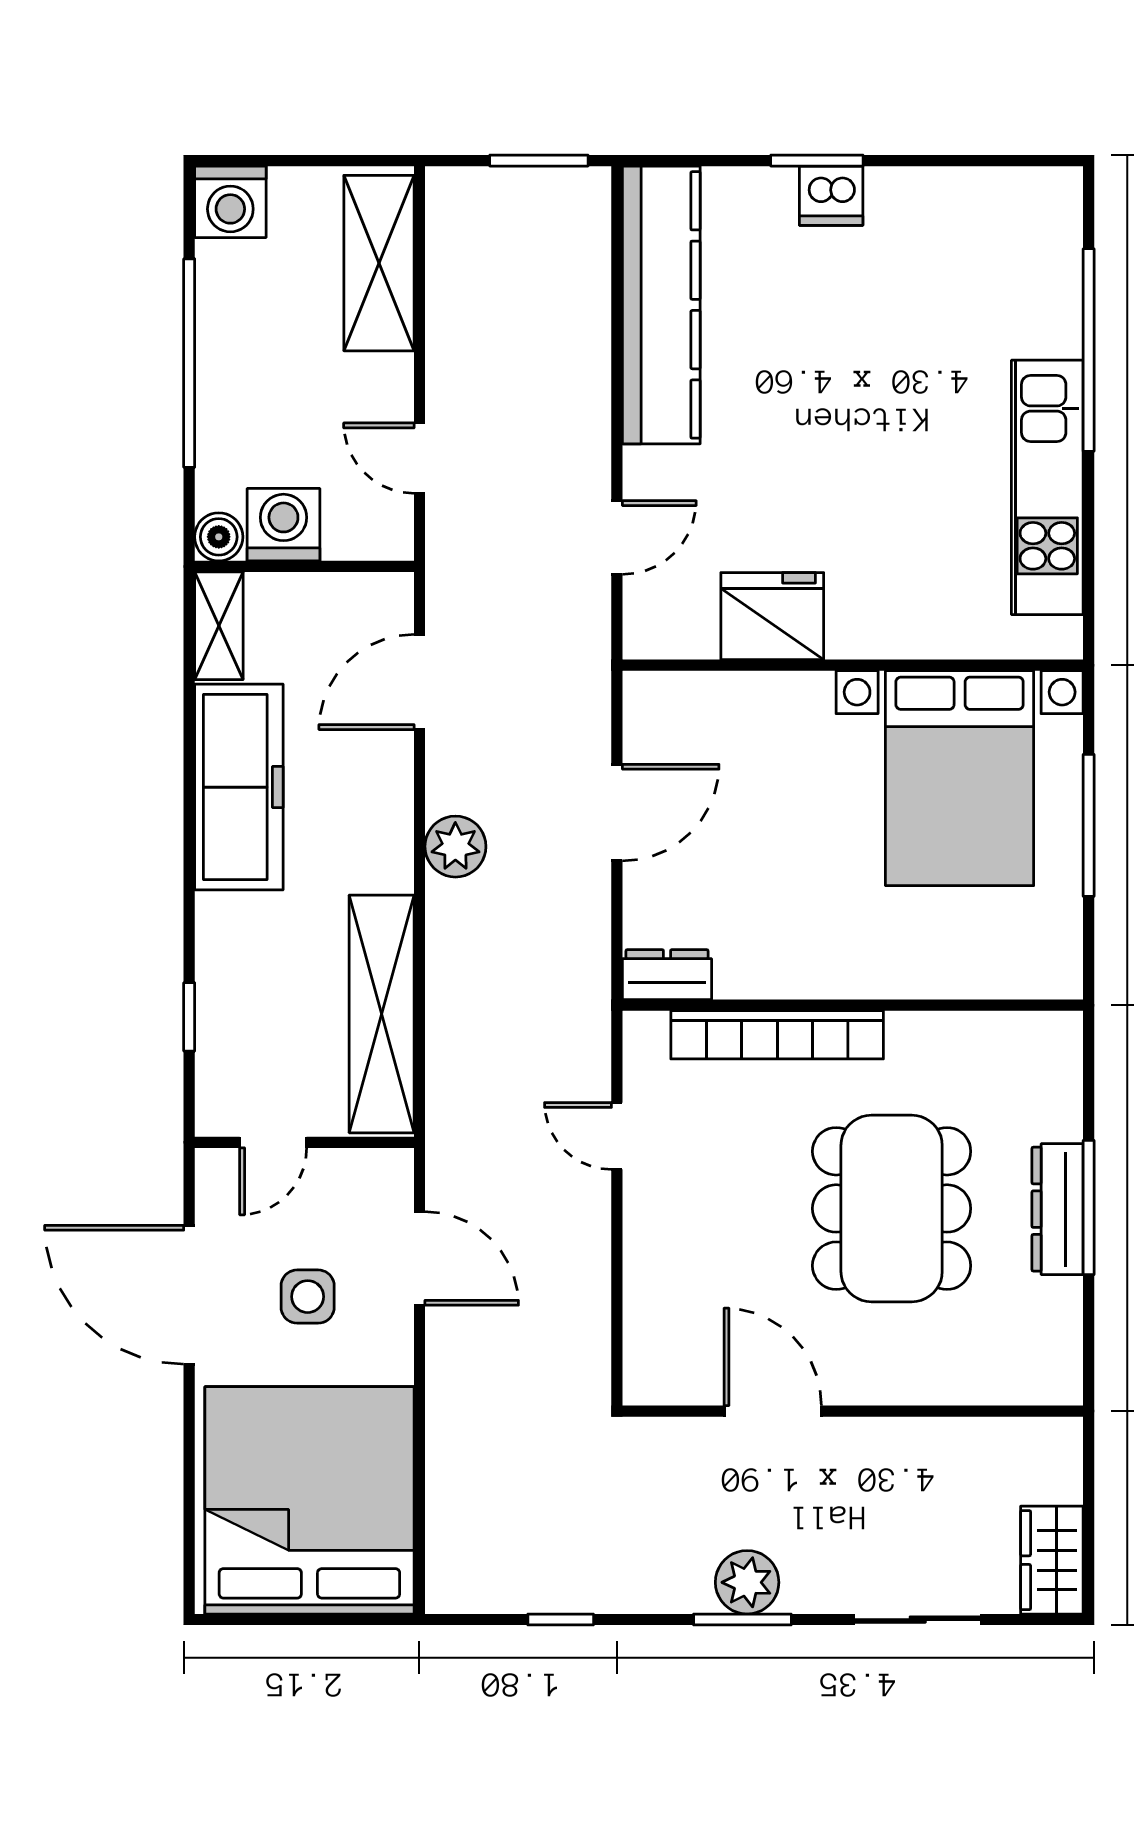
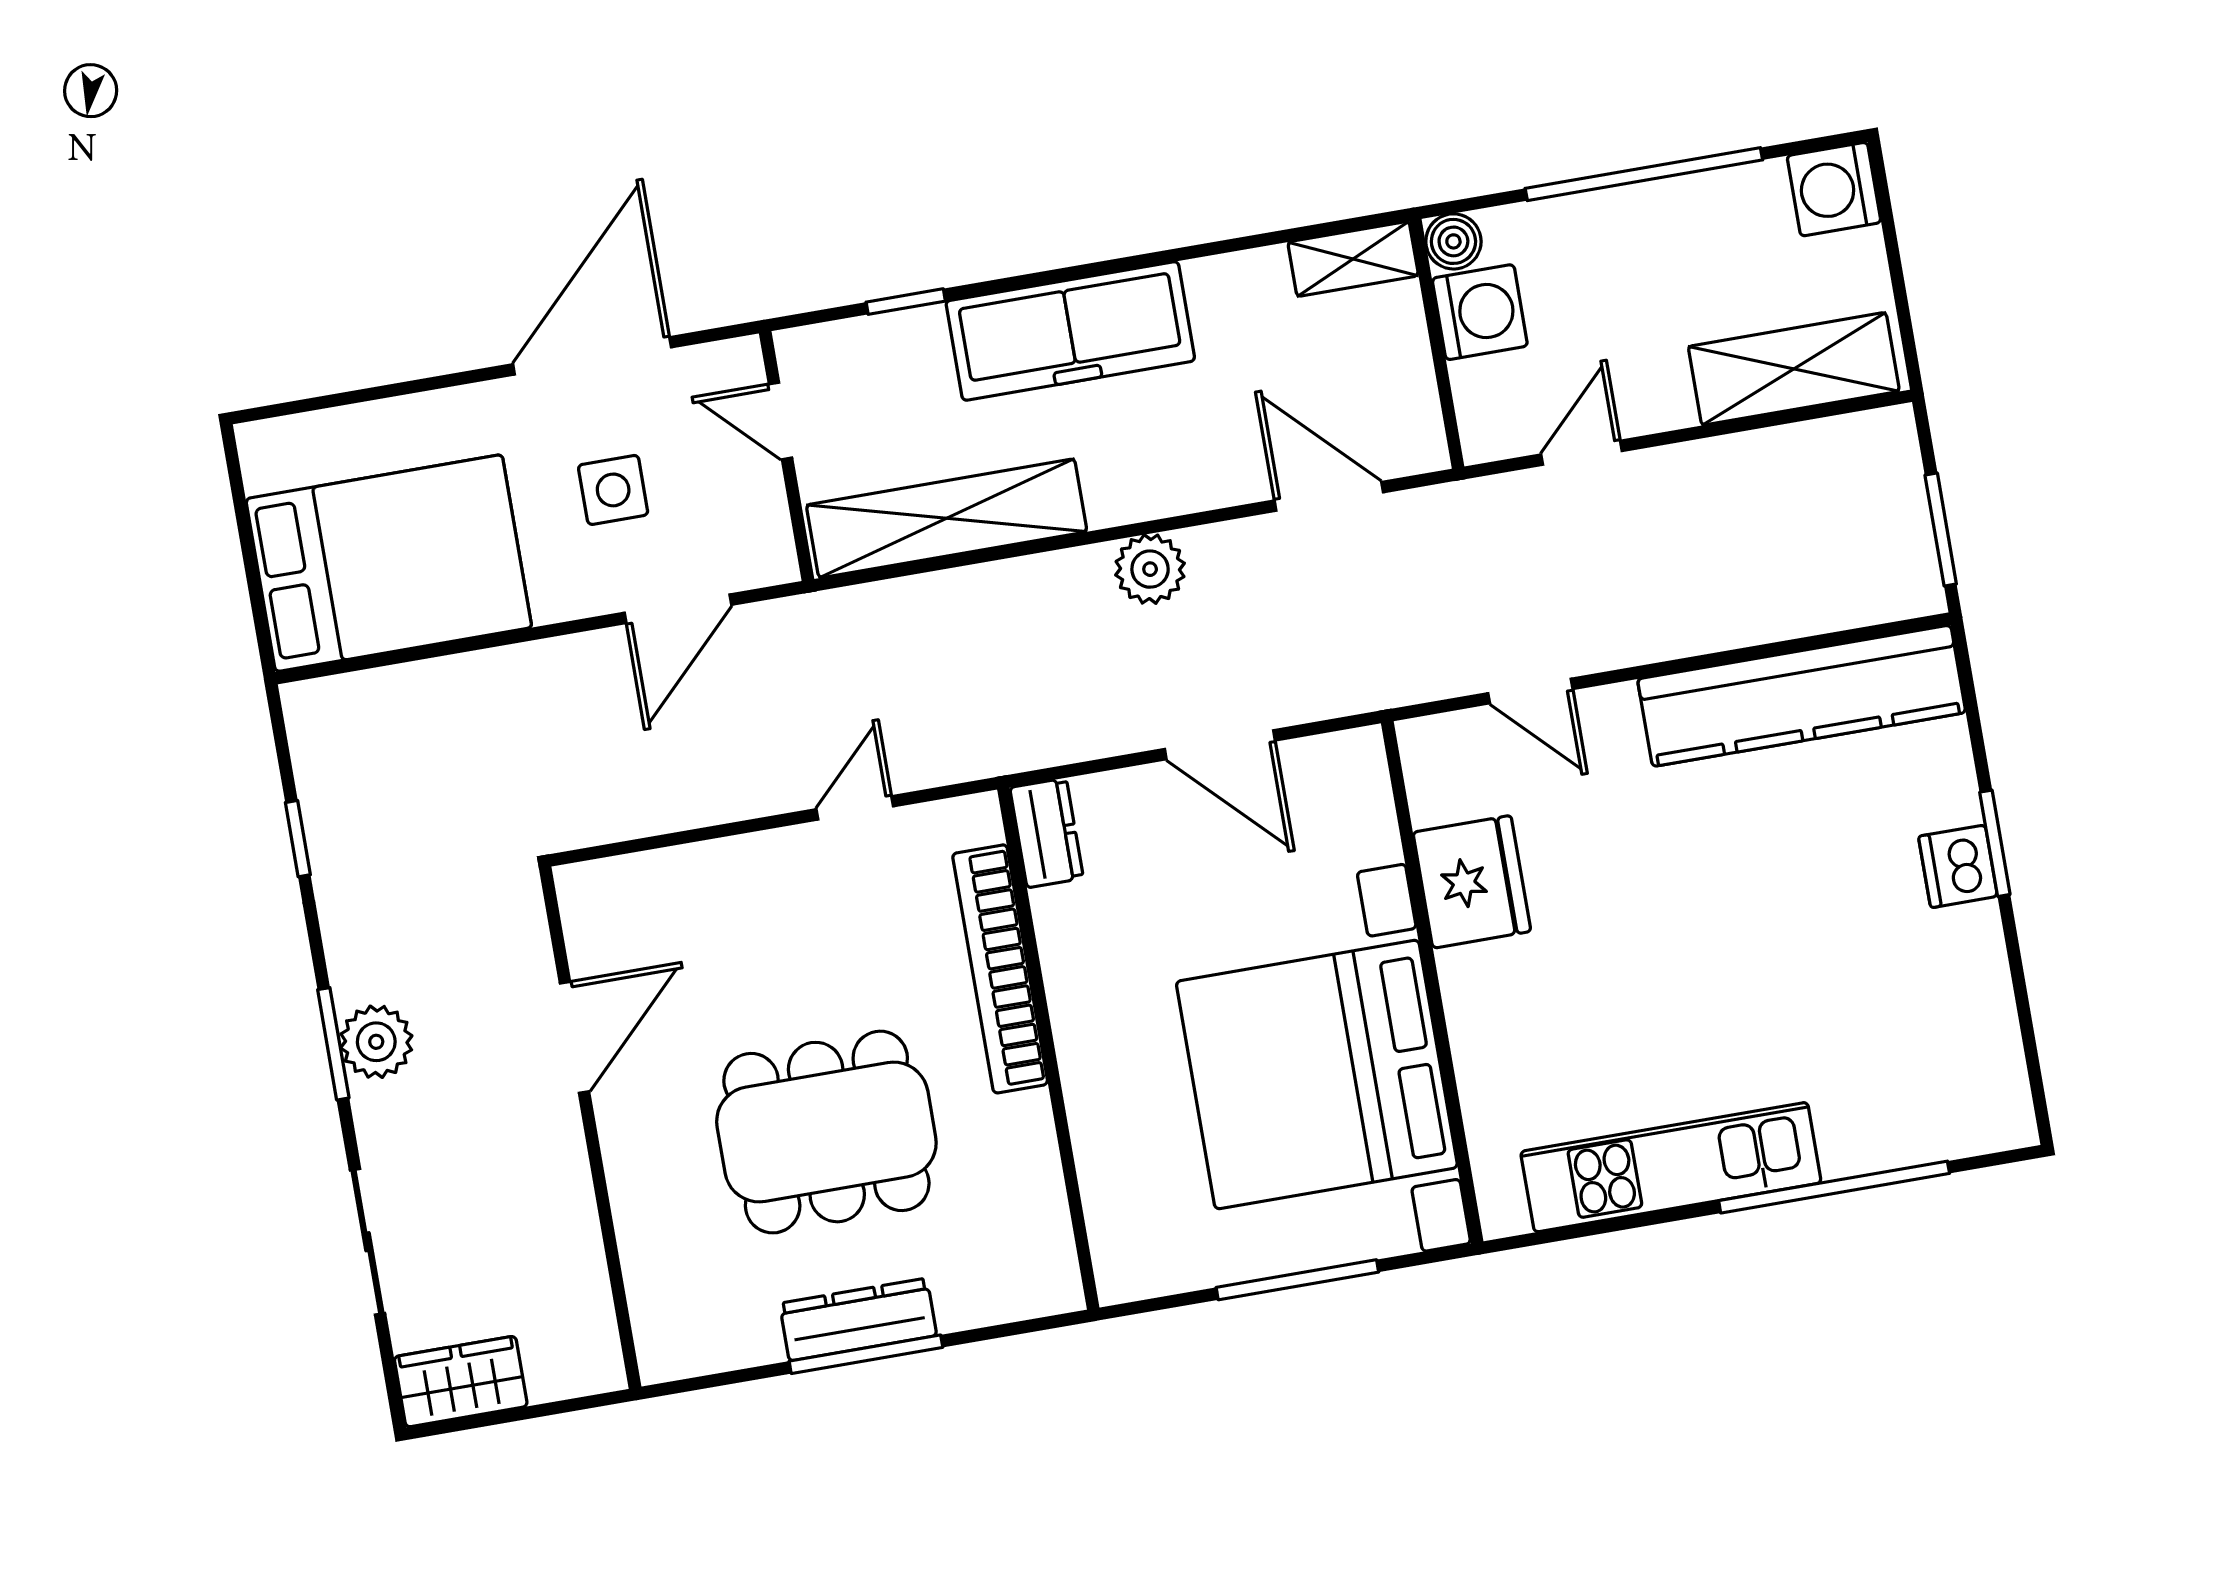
bed with nightstands: (960, 778) -> (1317, 1075), width x1.36
freezer: (239, 787) -> (1070, 331), moved
bed: (309, 1500) -> (389, 563), width x0.73

